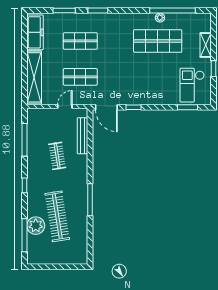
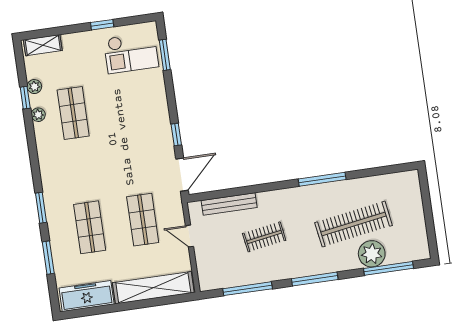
window: (172, 11) -> (25, 98), width x0.32
plant: (179, 18) -> (34, 87), added
shop shelf: (158, 41) -> (73, 113), width x0.70, depth x0.74
shelving: (206, 45) -> (43, 45), moved
window: (24, 185) -> (315, 279), width x2.17

